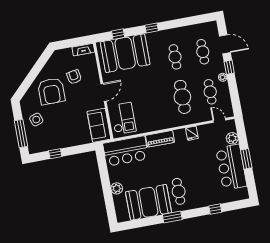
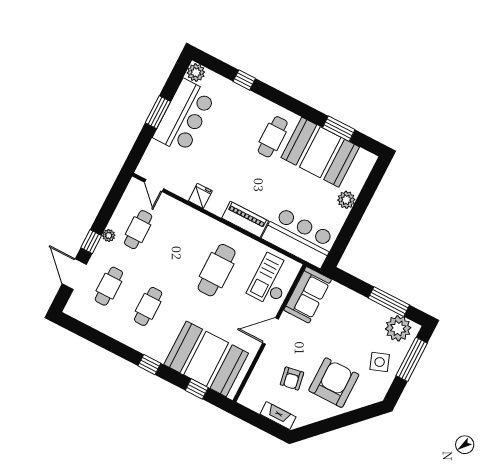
fireplace: (83, 50) -> (278, 416), moved
cafe table: (182, 97) -> (217, 270), moved
plant: (232, 138) -> (196, 73), moved
plant: (40, 144) -> (398, 328), added
window: (55, 154) -> (389, 302), width x2.17
window: (172, 217) -> (339, 129), moved

